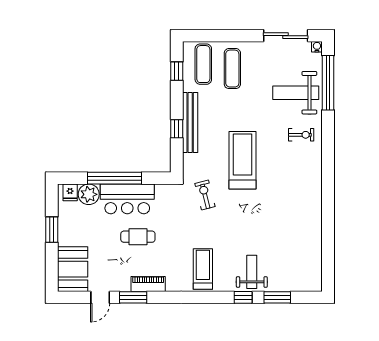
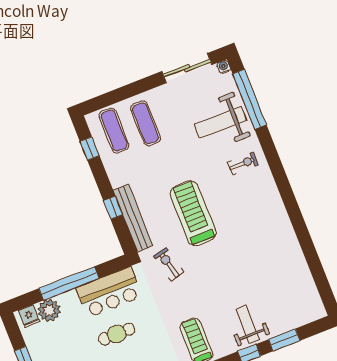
bench: (190, 123) -> (133, 218), moved
bar counter: (127, 199) -> (109, 292), moved

